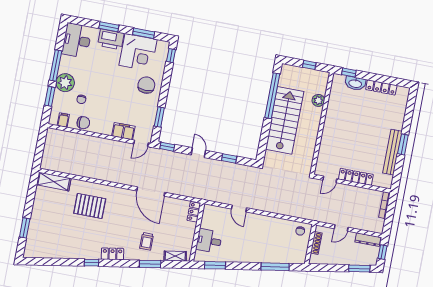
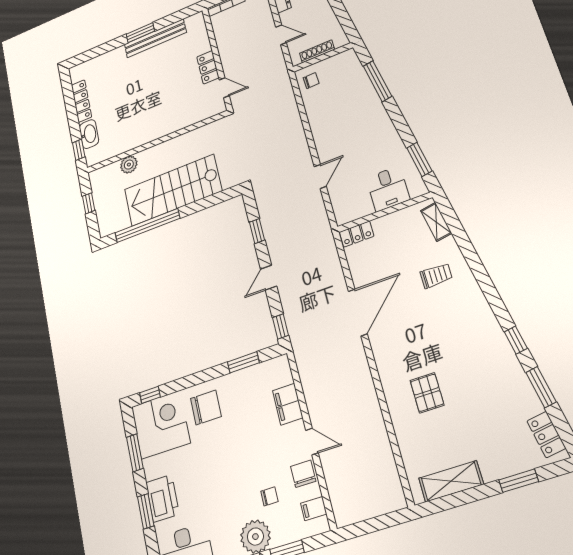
corner desk: (138, 52) -> (161, 425), moved
chair: (146, 85) -> (206, 407), turned 180
door: (141, 143) -> (312, 441), moved
locker: (356, 177) -> (208, 67), width x0.66
shelving: (54, 181) -> (451, 481), moved, turned 90
pallet: (90, 206) -> (427, 393), width x0.67, depth x0.71
locker: (112, 254) -> (546, 435), moved
window: (150, 264) -> (541, 387), moved

